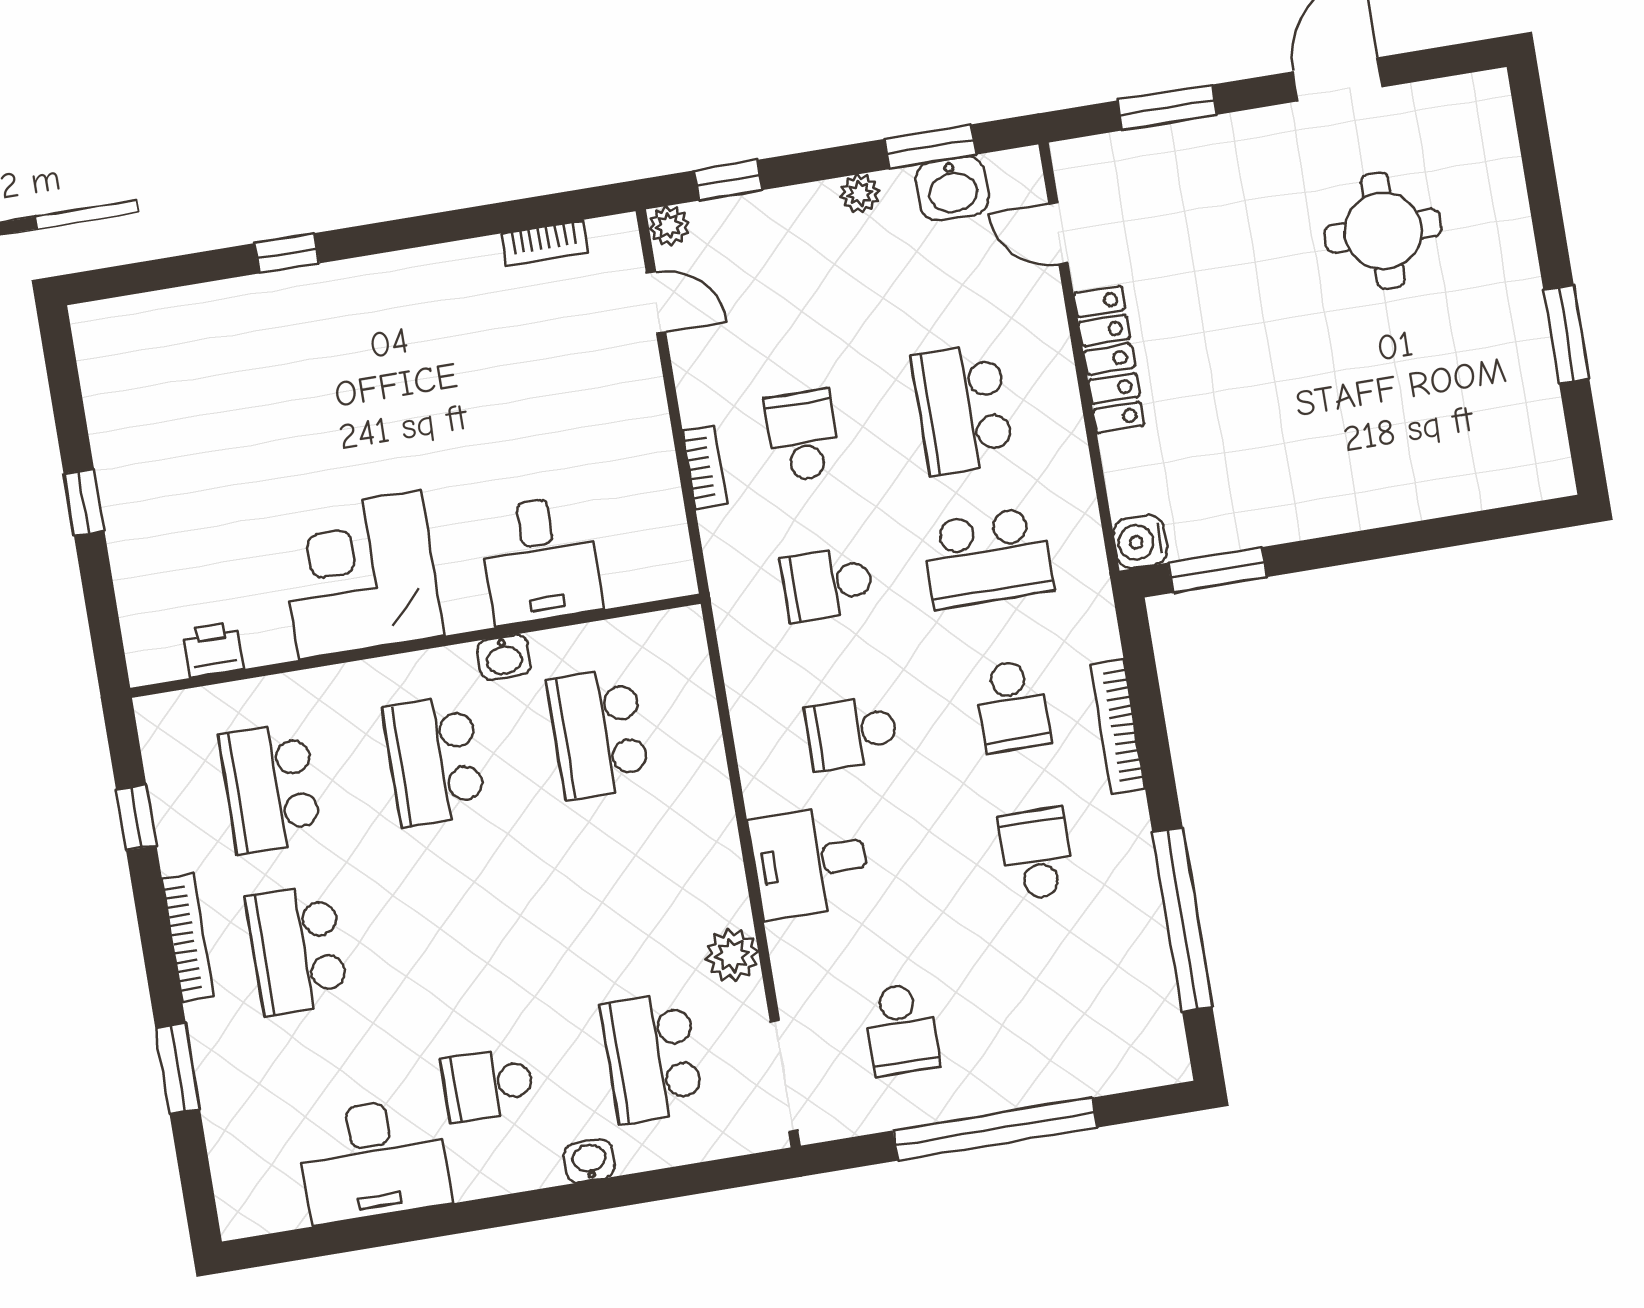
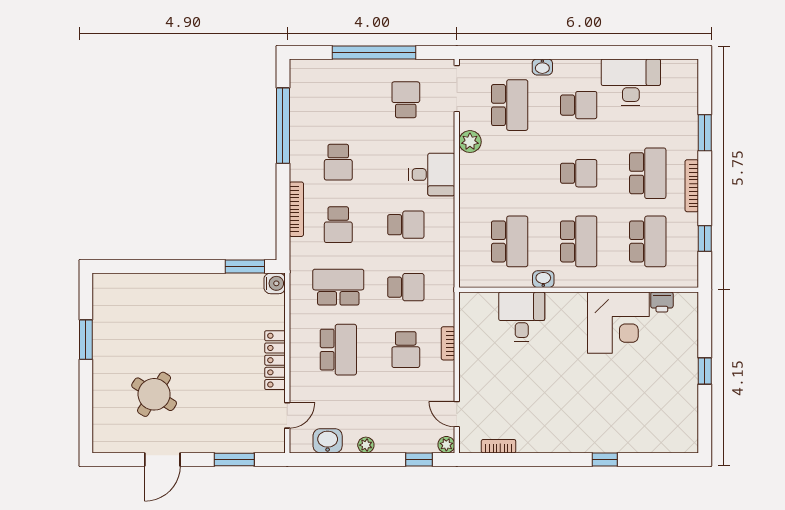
window: (930, 147) -> (334, 459), removed
round table: (1383, 231) -> (154, 394), turned 32
door: (1058, 233) -> (287, 415), hinge flipped
corner desk: (360, 575) -> (618, 323), moved
school desk: (1012, 706) -> (338, 225), turned 180
school desk: (461, 923) -> (579, 173), added

